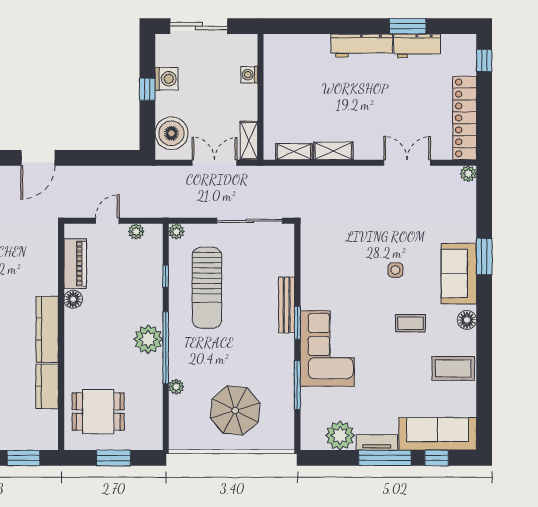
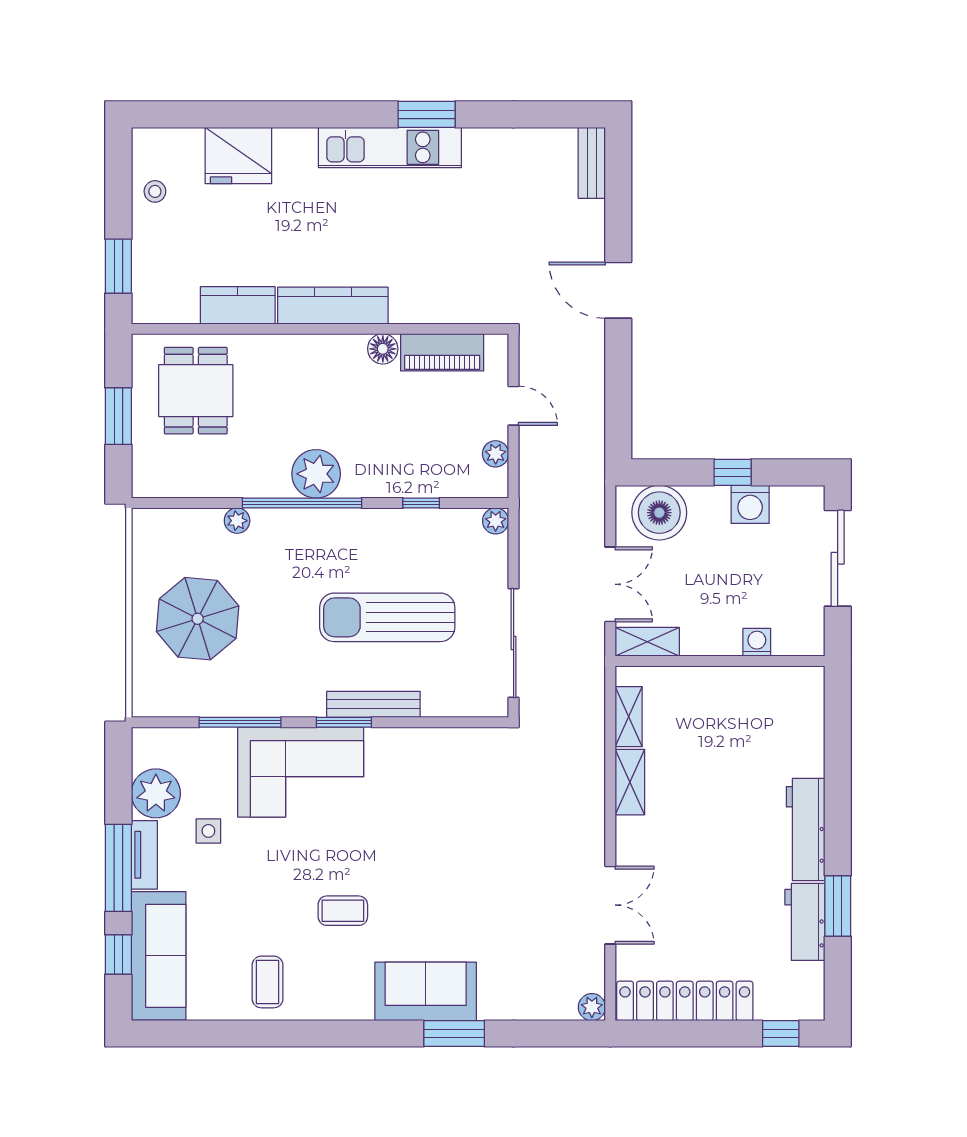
side table: (395, 270) -> (208, 831), moved
sun lounger: (207, 288) -> (387, 617), moved
floor lamp: (467, 320) -> (348, 1005), removed
coffee table: (410, 323) -> (343, 911), turned 90
coffee table: (453, 368) -> (268, 982), width x0.73, depth x0.77

